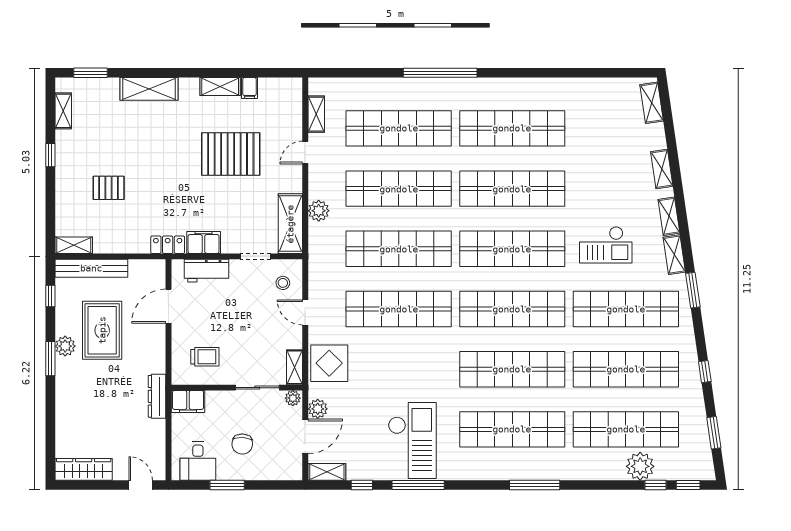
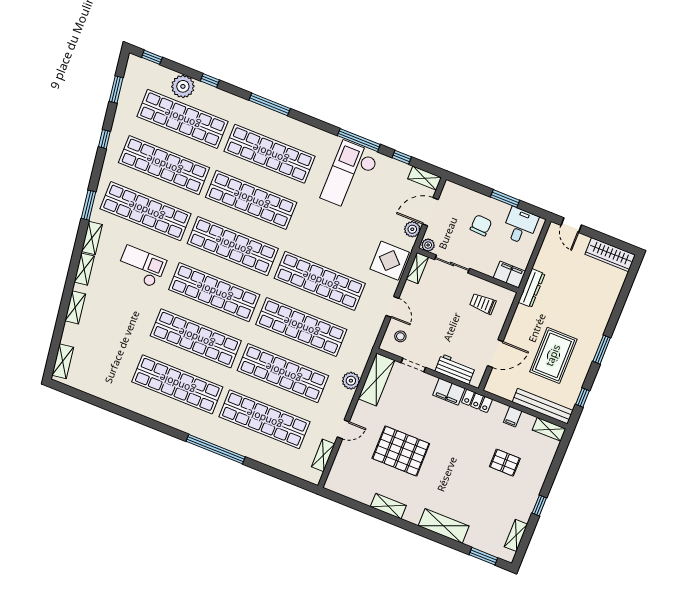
filing cabinet: (250, 88) -> (513, 417), moved, turned 180
plant: (65, 346) -> (587, 355), removed
window: (655, 485) -> (210, 81), moved

